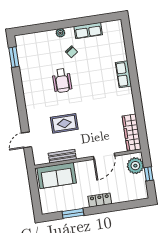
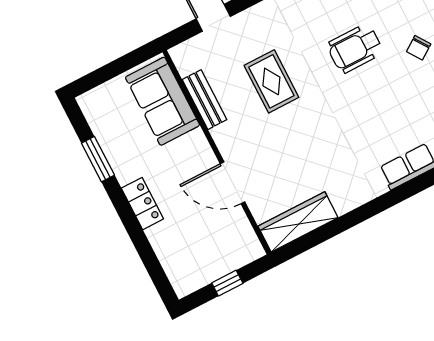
plant: (135, 166) -> (235, 251), removed

